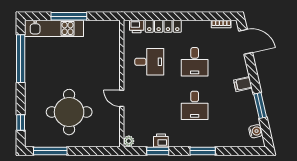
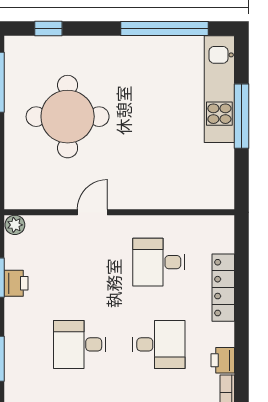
printer: (137, 26) -> (223, 360), moved
desk: (149, 62) -> (159, 262), turned 90
desk: (195, 62) -> (159, 344), turned 180

